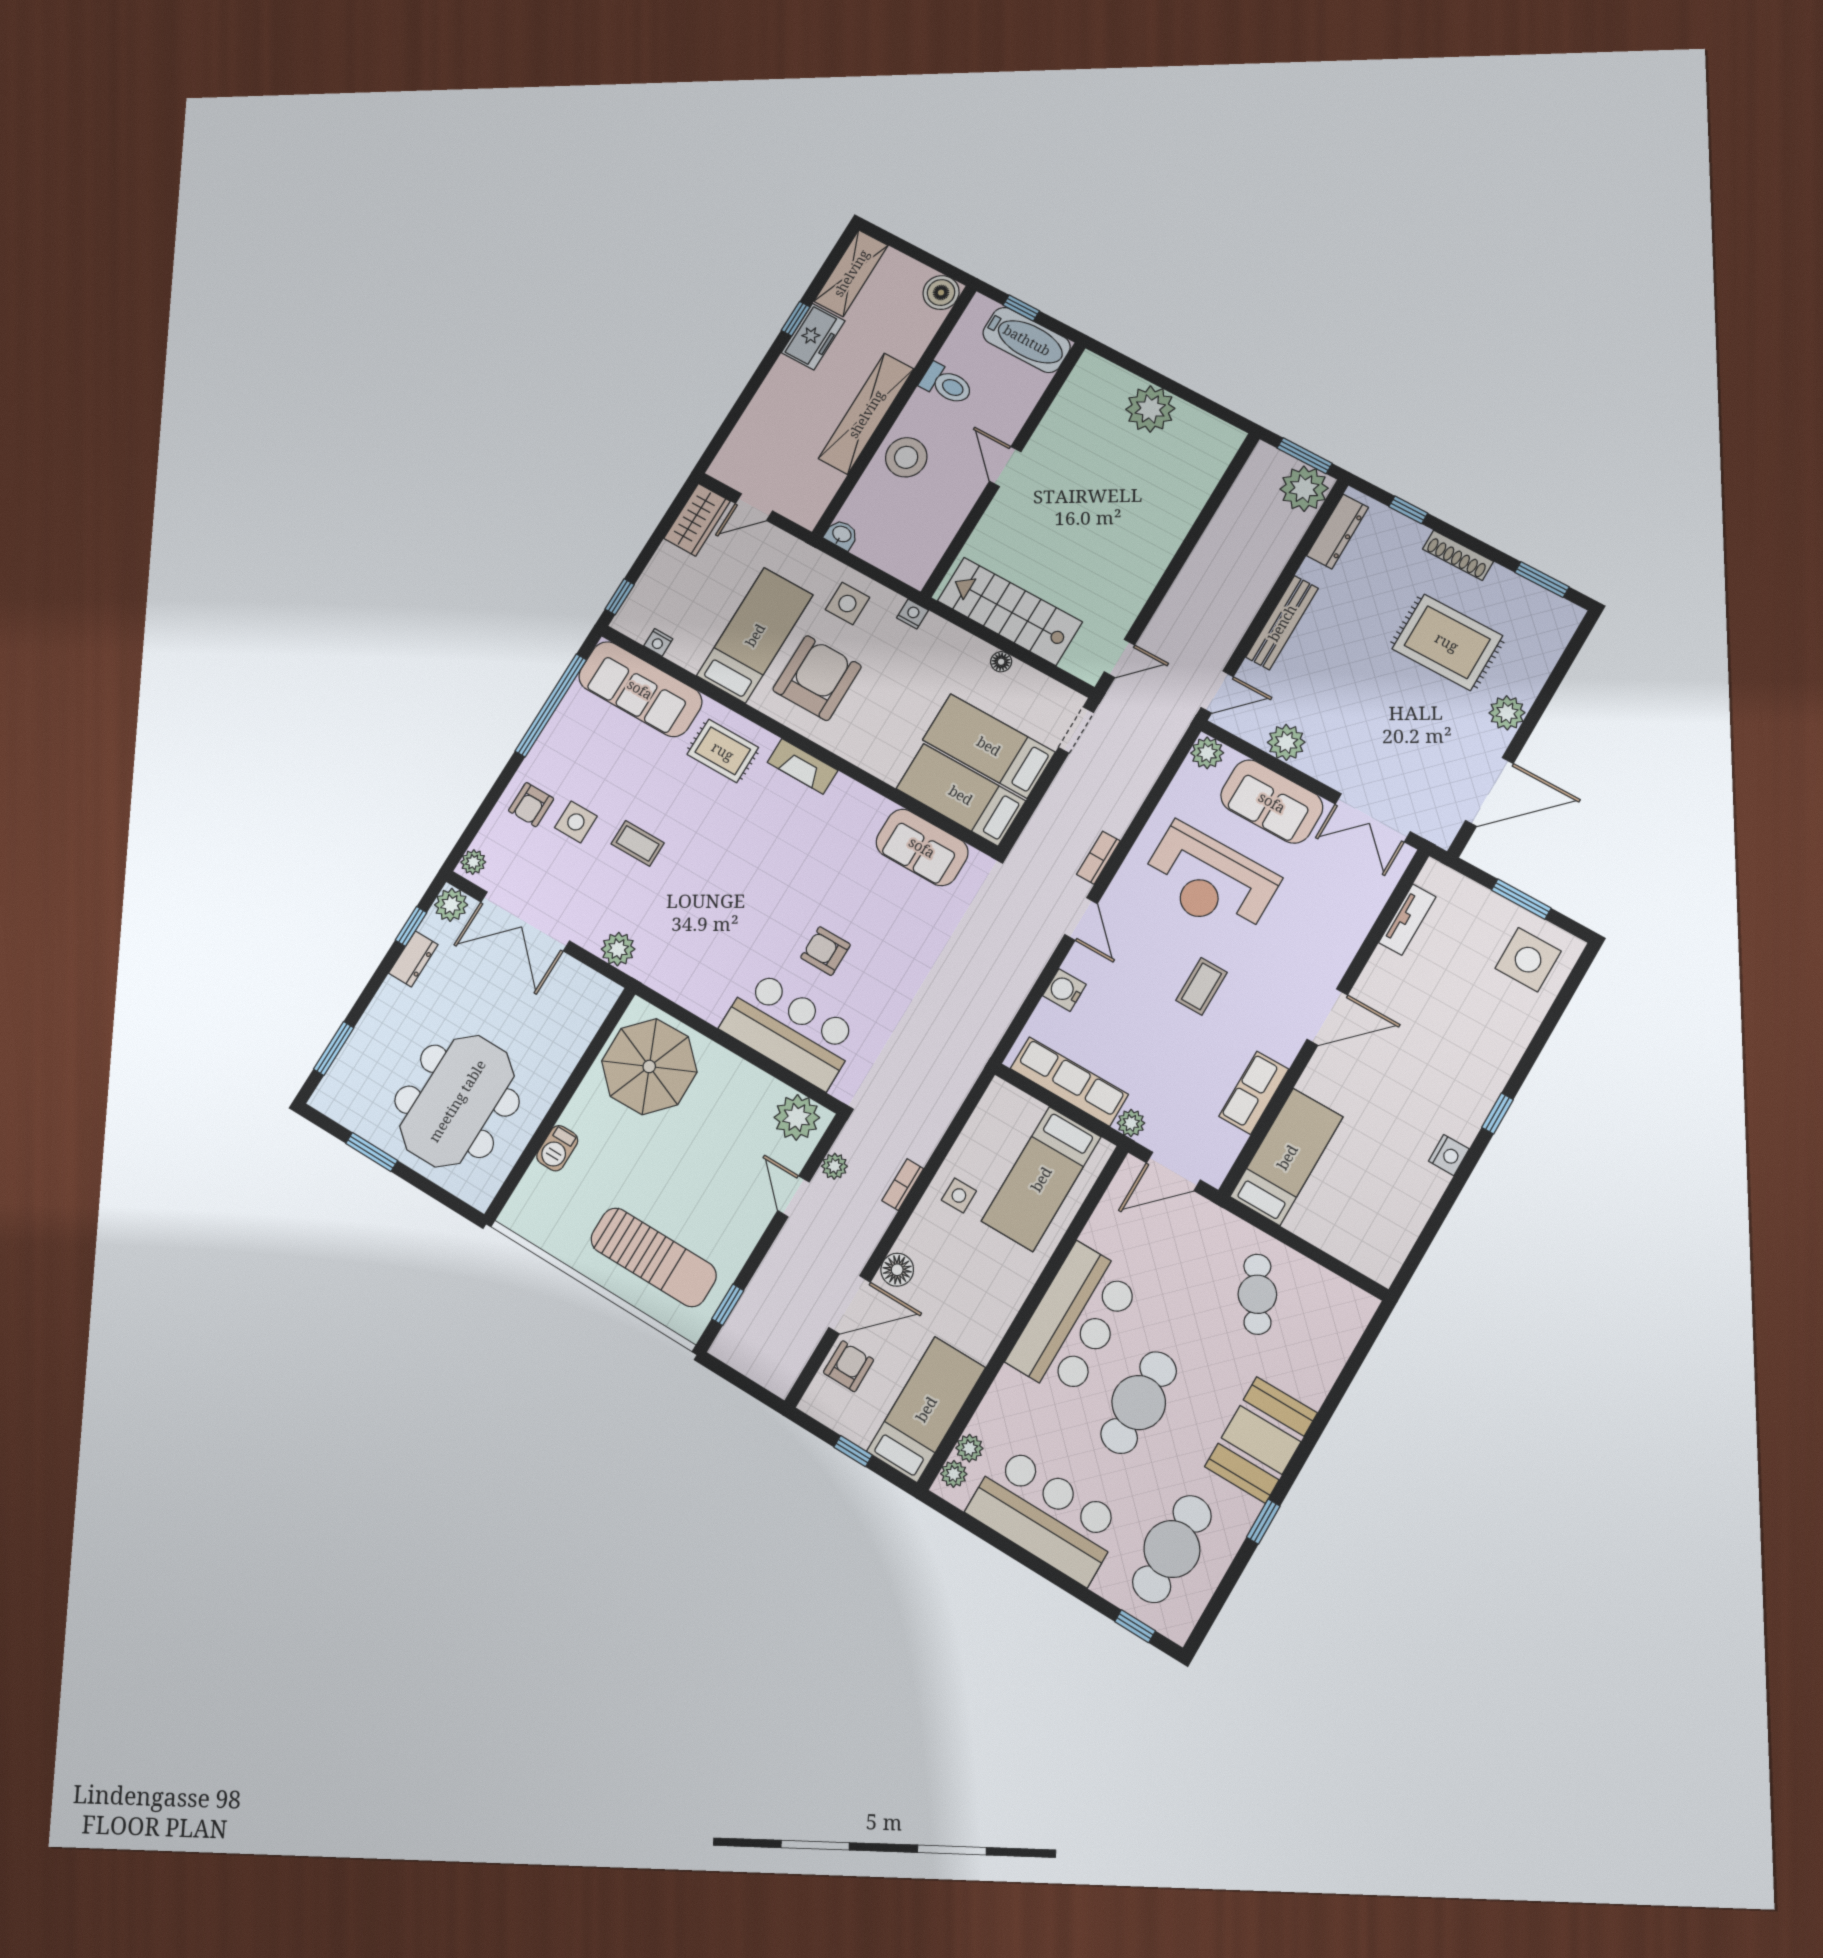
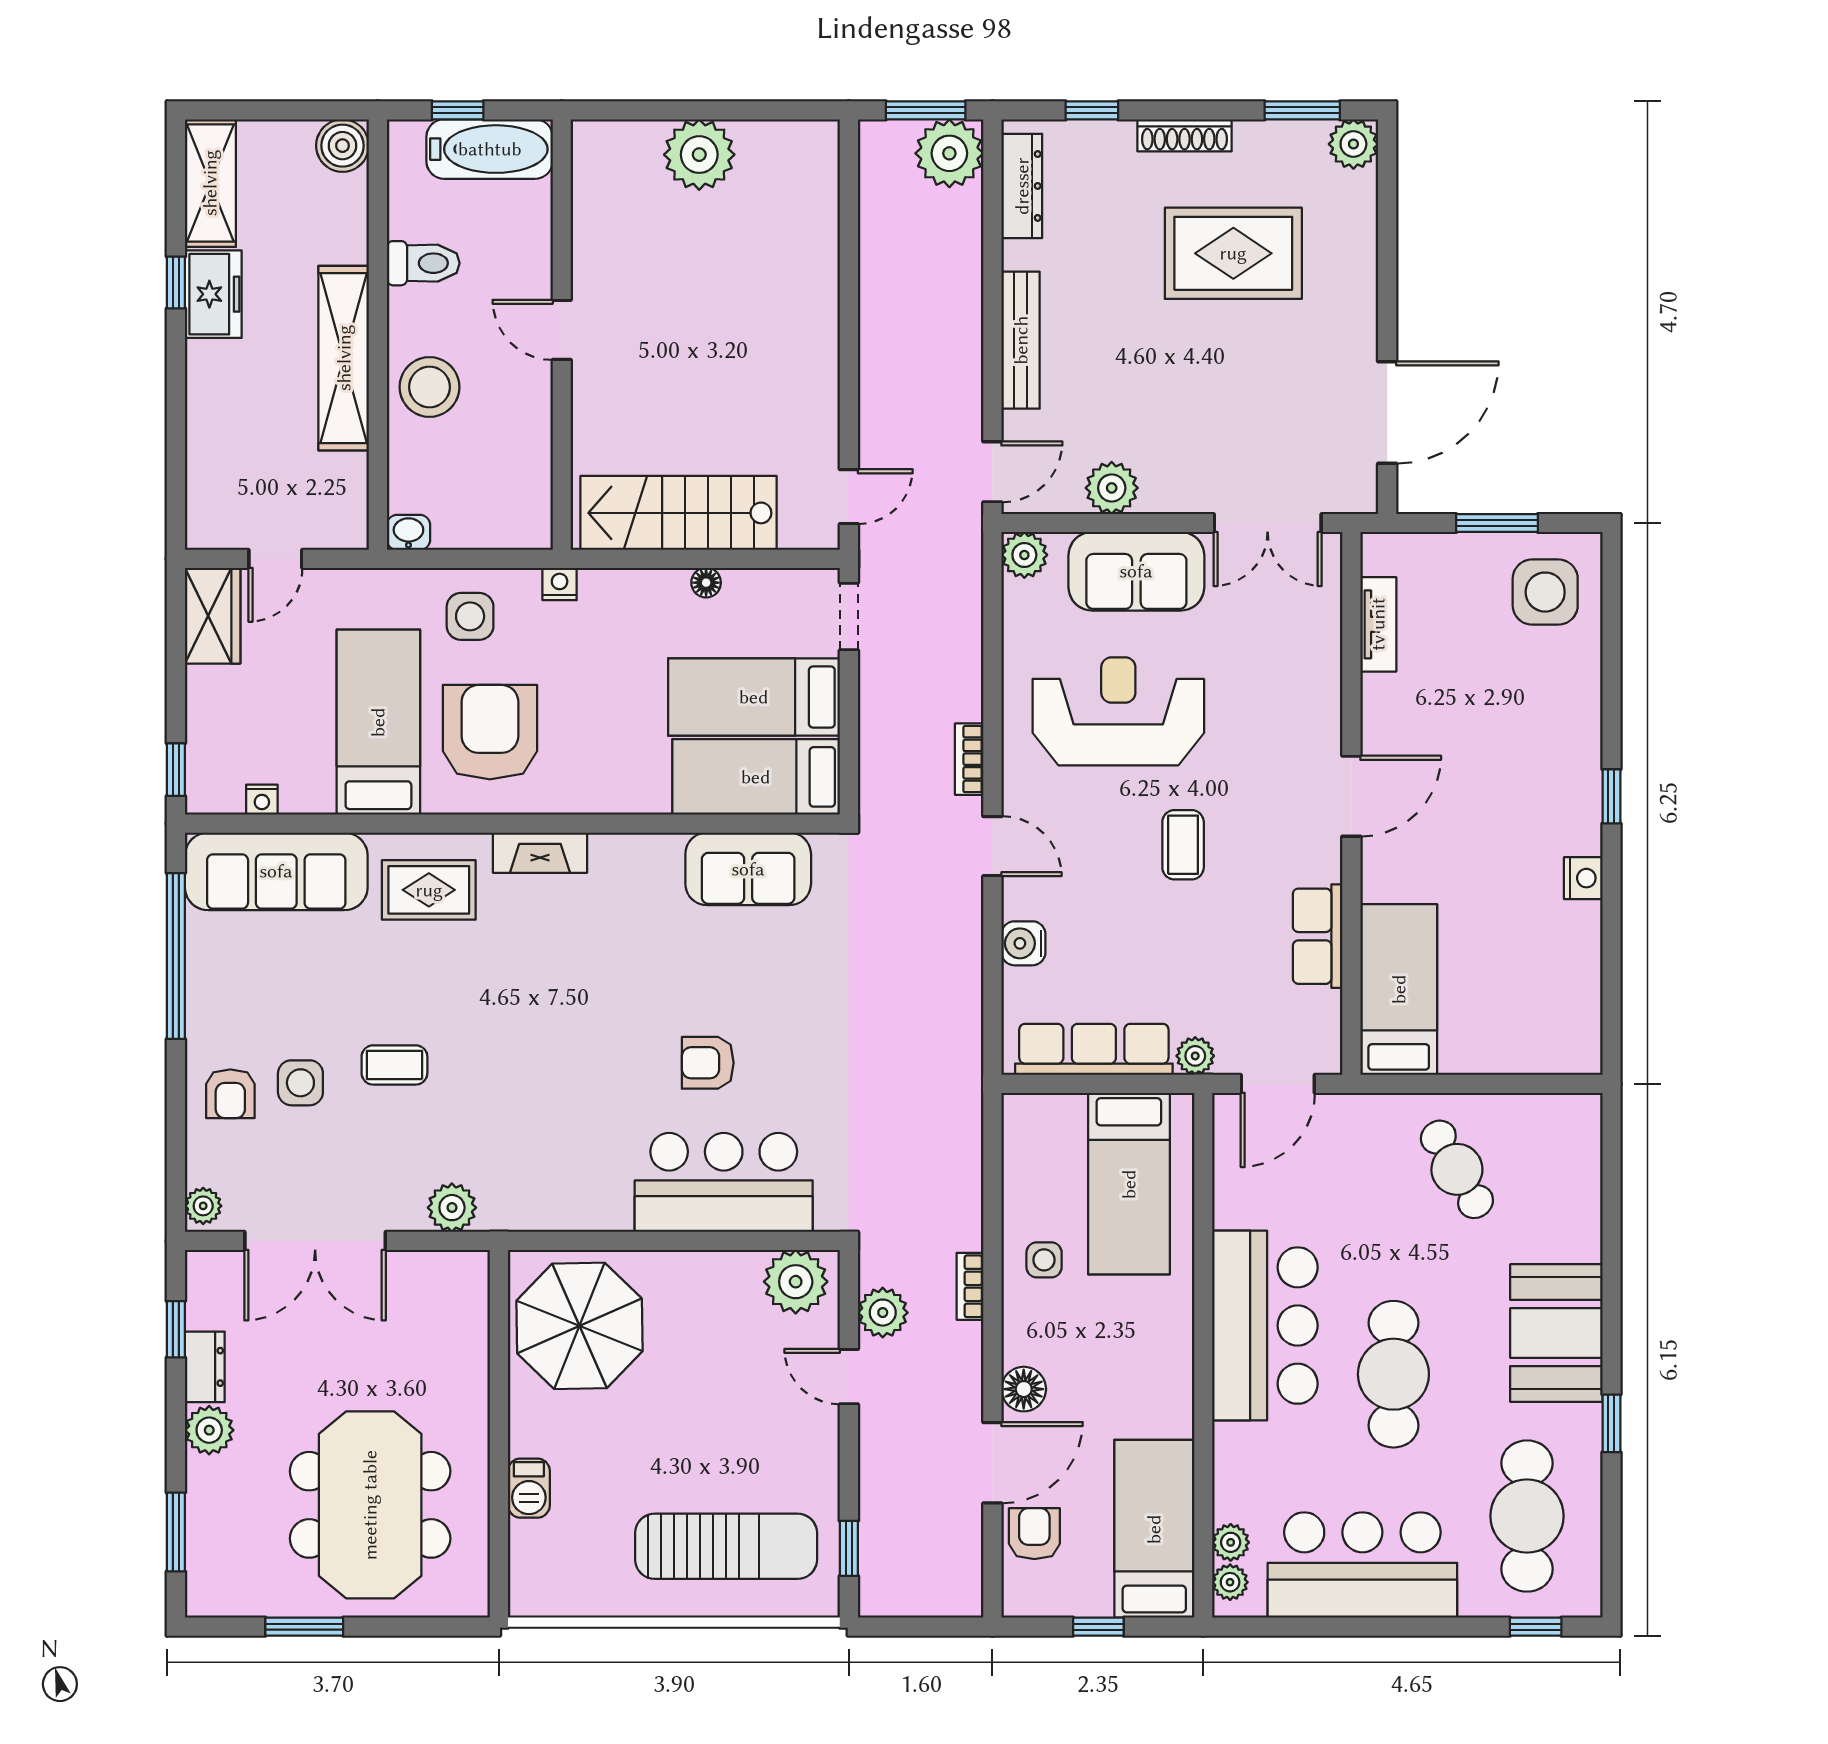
plant: (1507, 713) -> (1353, 144), moved
reception desk: (1209, 881) -> (1118, 711), turned 180
plant: (451, 905) -> (209, 1430), moved
plant: (834, 1166) -> (883, 1313), width x1.38, depth x1.38

